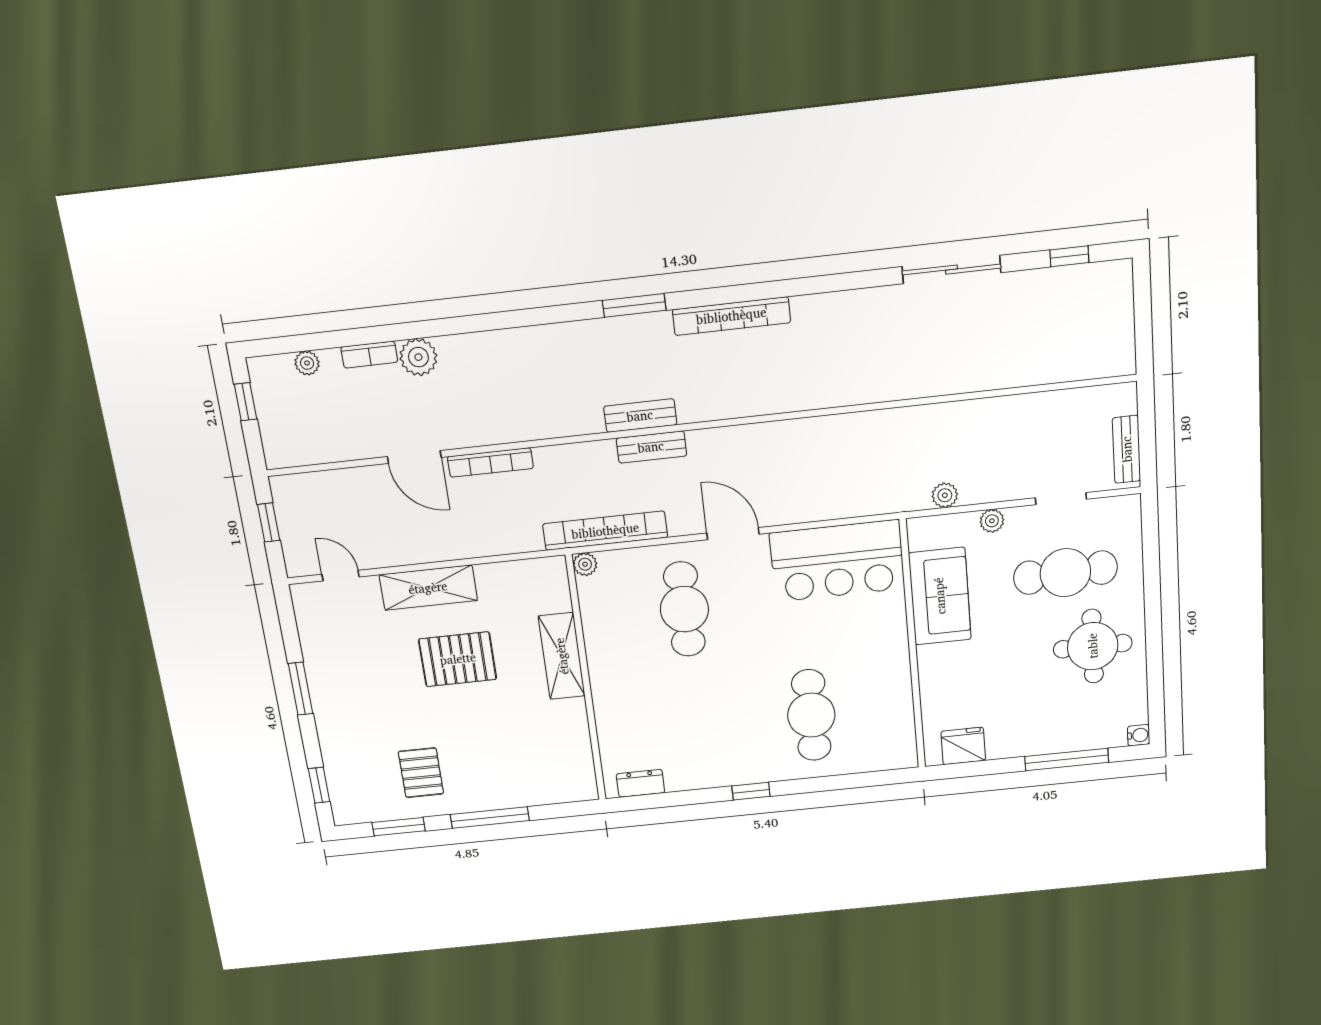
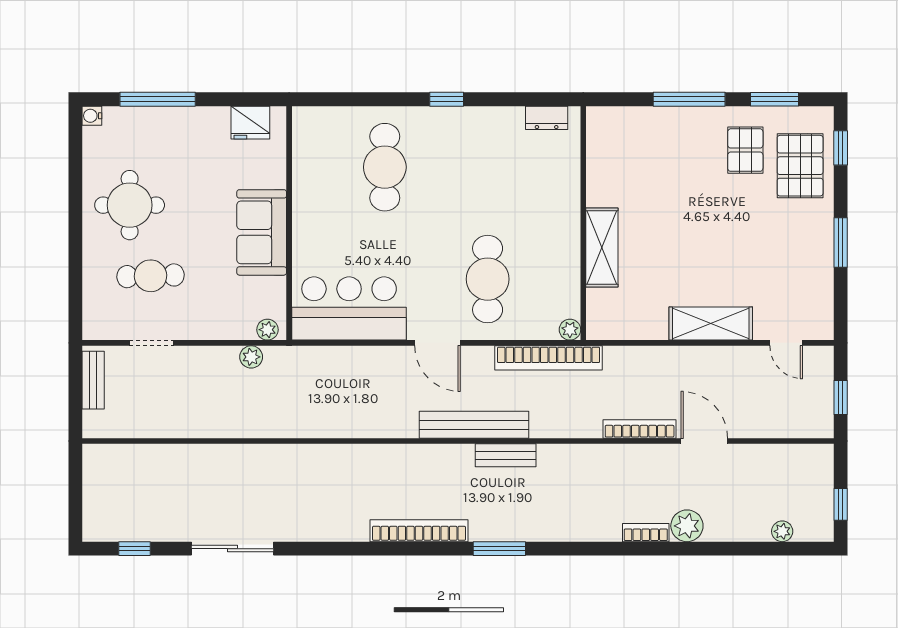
bookcase: (369, 355) -> (646, 533), moved
bench: (651, 447) -> (474, 425), width x1.86, depth x1.21
plant: (992, 521) -> (267, 330), moved
cafe table: (1065, 573) -> (151, 276), width x0.73, depth x0.74
sofa: (940, 596) -> (262, 232), moved
pallet: (458, 659) -> (800, 166), moved, turned 90

